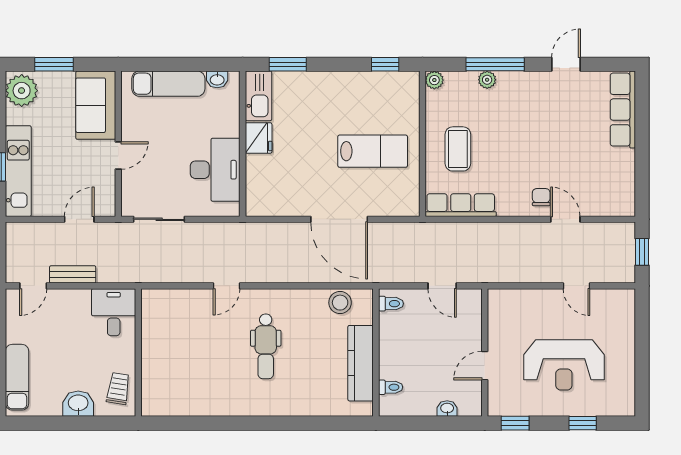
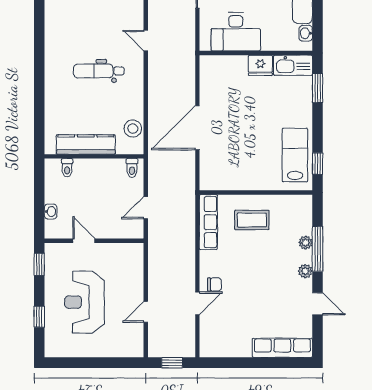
plant: (434, 80) -> (305, 271), moved
lab bench: (373, 151) -> (295, 155), moved, turned 180

